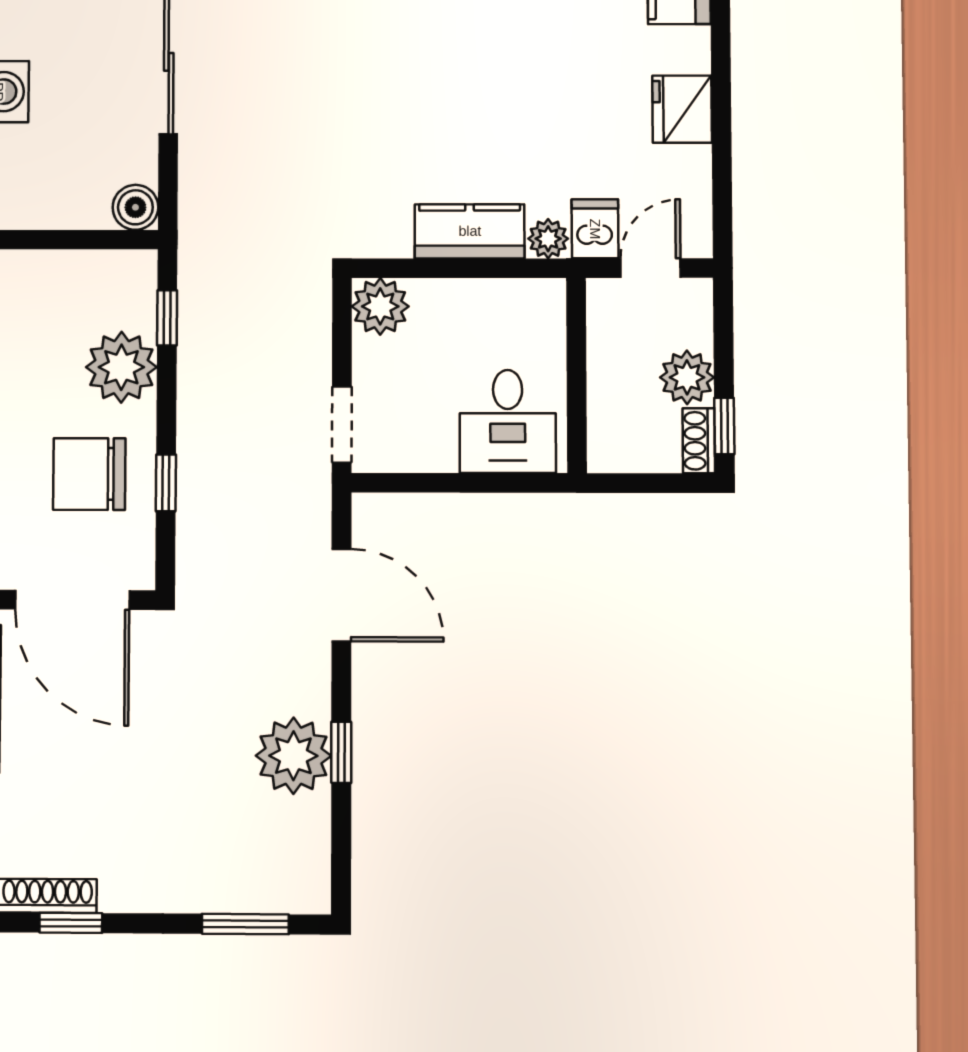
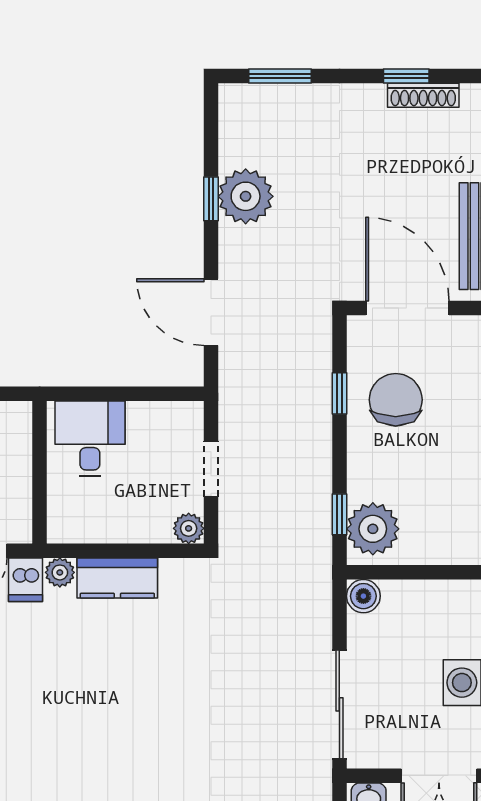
plant: (380, 306) -> (189, 528), width x0.73, depth x0.73
plant: (121, 367) -> (373, 529), moved
doorway: (342, 424) -> (211, 469), moved
chair: (89, 474) -> (396, 400), turned -90

